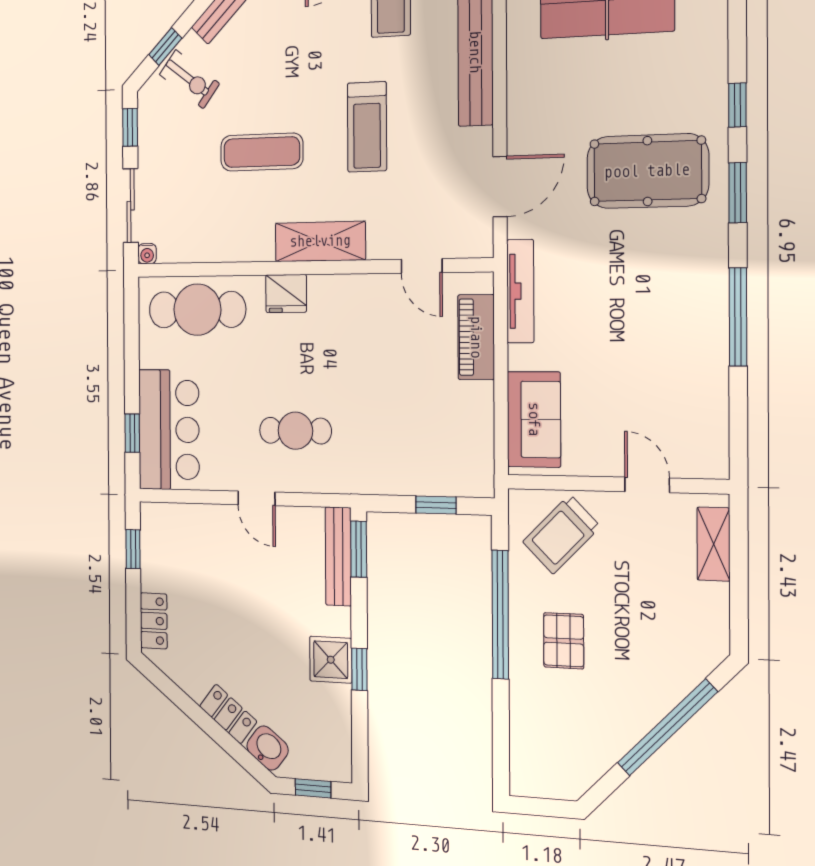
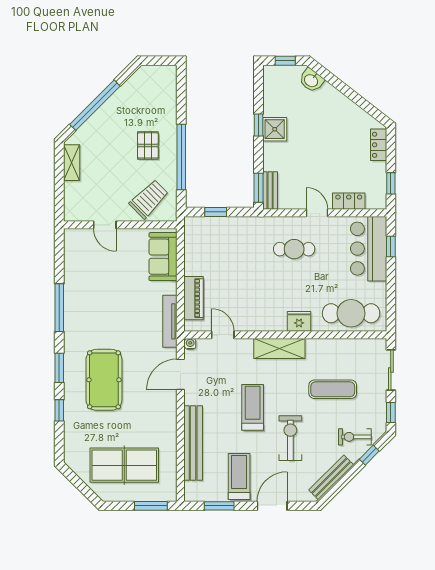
exercise bike: (300, 71) -> (290, 438), added
exercise bike: (189, 79) -> (355, 437), turned -37
exercise mat: (262, 152) -> (333, 389), moved
pool table: (647, 171) -> (104, 380), turned 90
water cooler: (147, 254) -> (190, 344), moved
shelving: (714, 544) -> (72, 163), moved
bench: (338, 556) -> (270, 190), width x0.73
locker: (228, 714) -> (349, 201), moved, turned 142

